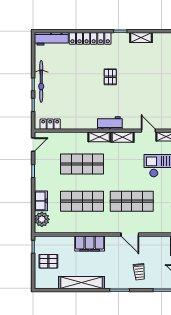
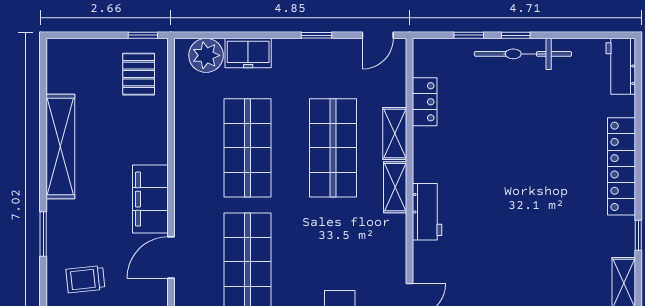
workbench: (51, 39) -> (621, 66), width x0.73
pallet: (110, 77) -> (533, 213), removed
locker: (50, 124) -> (425, 102), moved
shelving: (123, 137) -> (395, 133), moved
door: (33, 145) -> (378, 35), hinge flipped
filing cabinet: (90, 243) -> (150, 199), moved
pallet: (48, 261) -> (139, 74), moved

